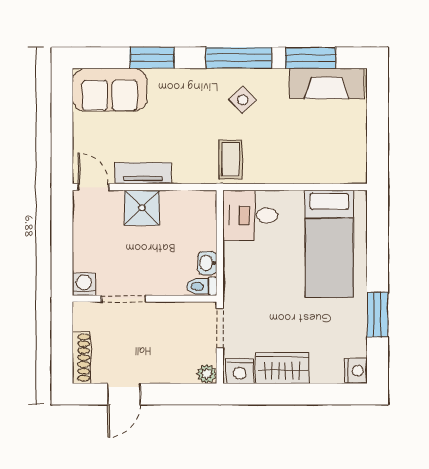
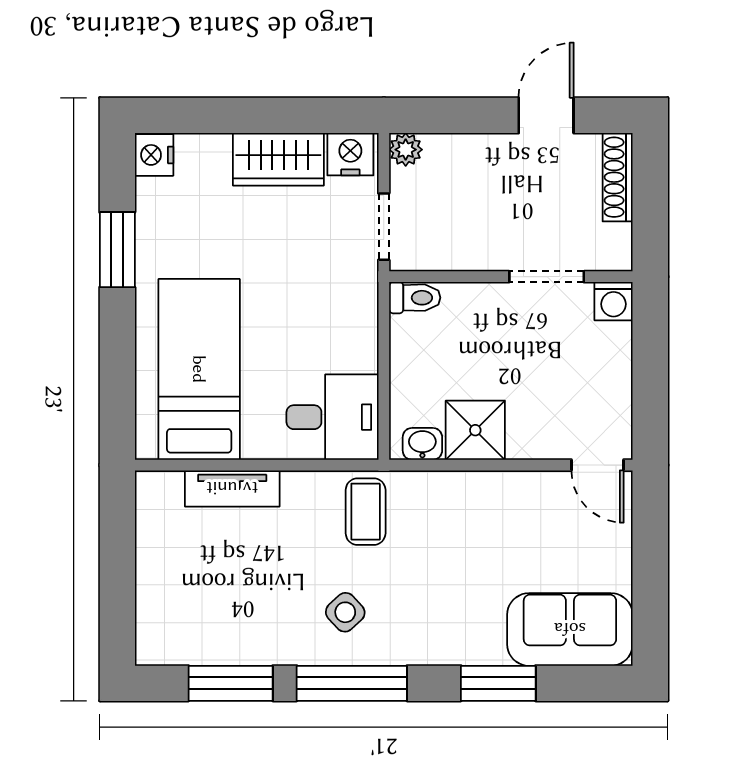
fireplace: (327, 84) -> (204, 640), removed
tv unit: (143, 173) -> (232, 488), moved
shower: (142, 208) -> (475, 430), moved
washbasin: (207, 263) -> (422, 444), moved, turned -90

